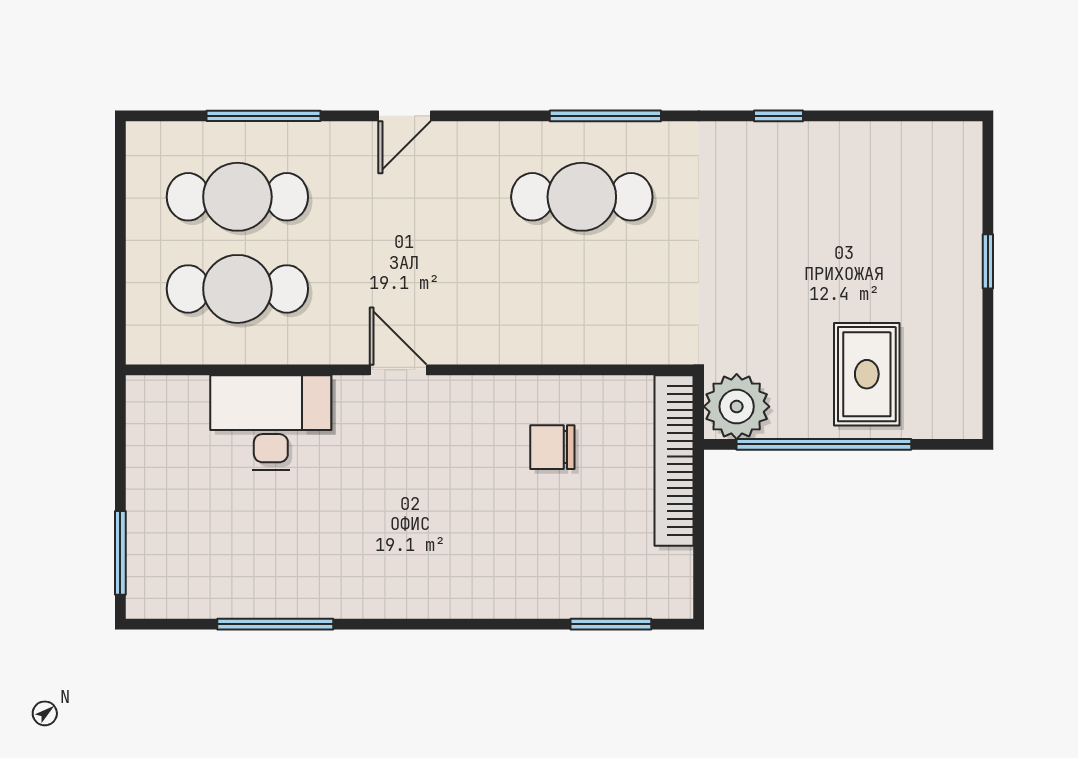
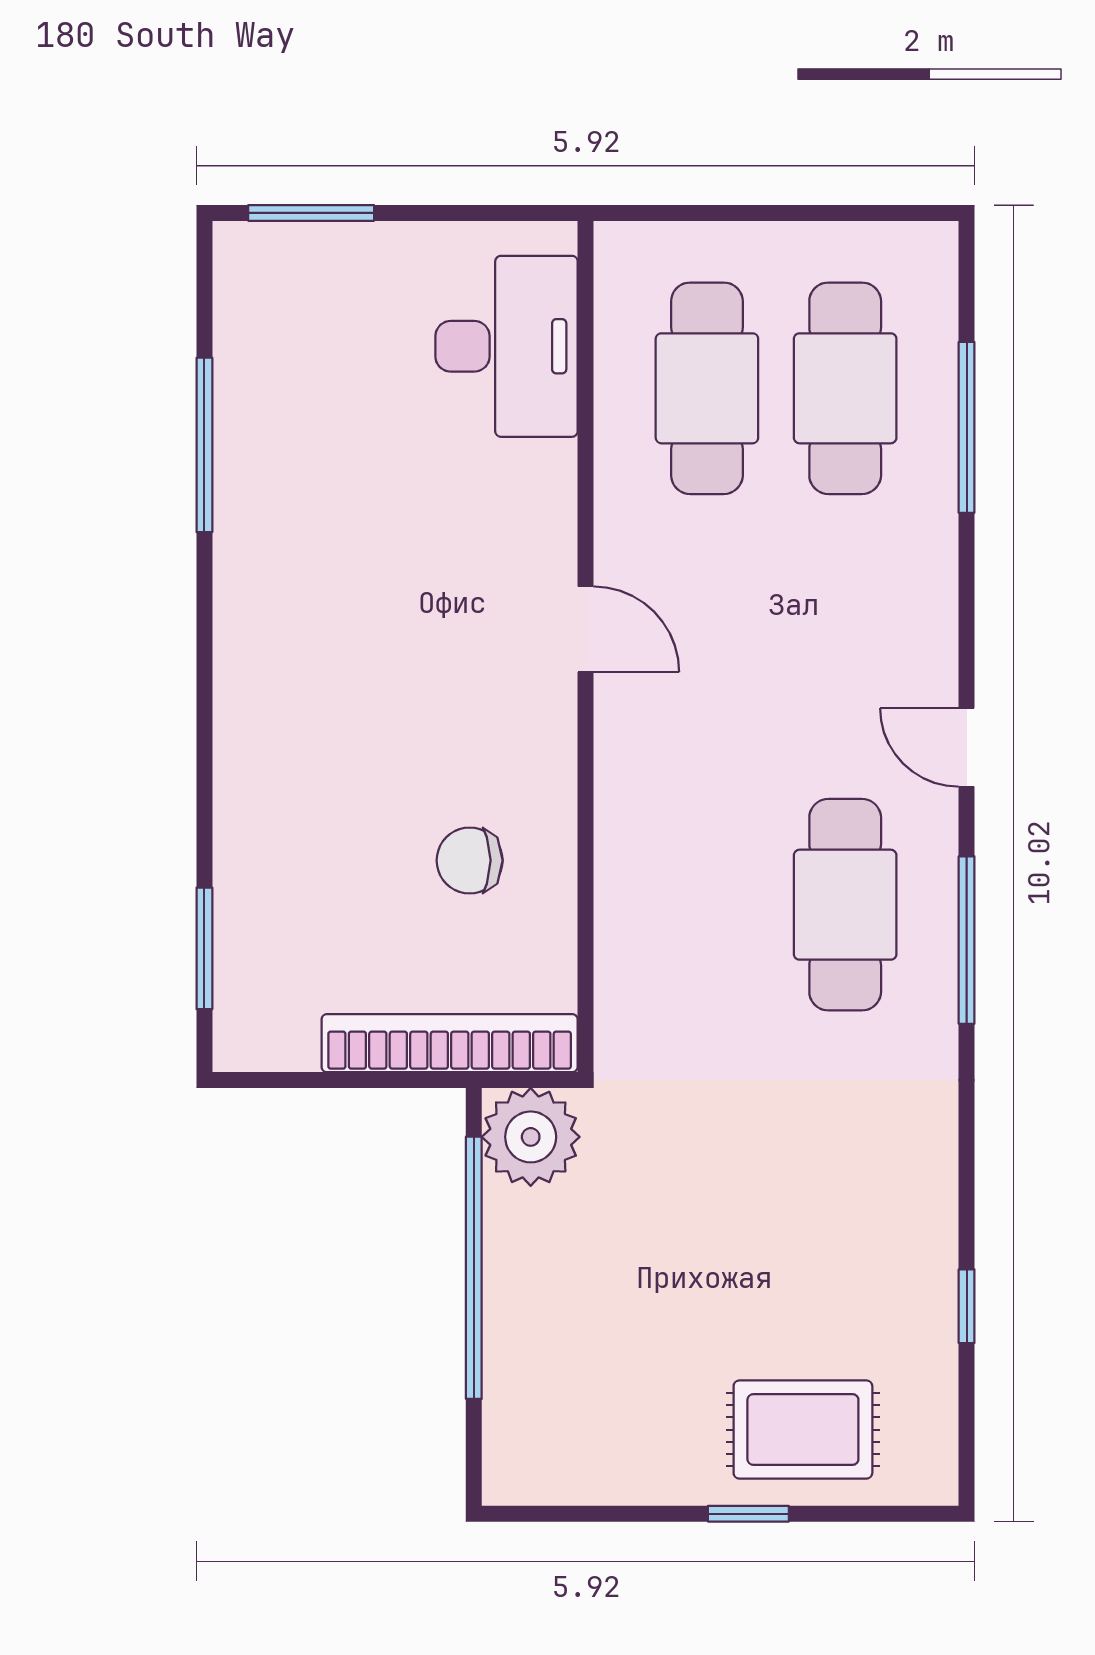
door: (405, 116) -> (967, 747), moved
window: (779, 116) -> (967, 1306), moved
door: (398, 370) -> (586, 629), hinge flipped
rug: (867, 374) -> (803, 1430), moved
desk: (271, 423) -> (507, 346), moved
chair: (552, 447) -> (470, 860), turned -90

